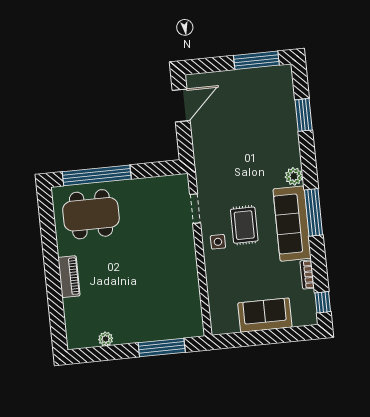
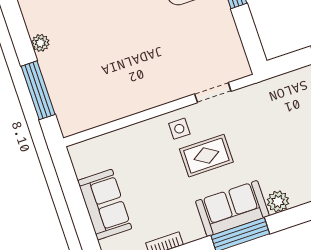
sofa: (292, 224) -> (232, 209), width x0.73
plant: (106, 339) -> (40, 43), moved

